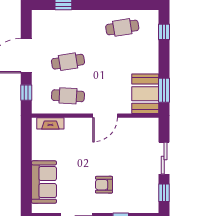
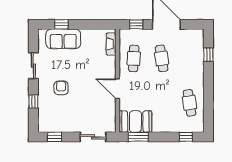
sliding door: (164, 158) -> (93, 137), moved
window: (26, 184) -> (61, 24), added

